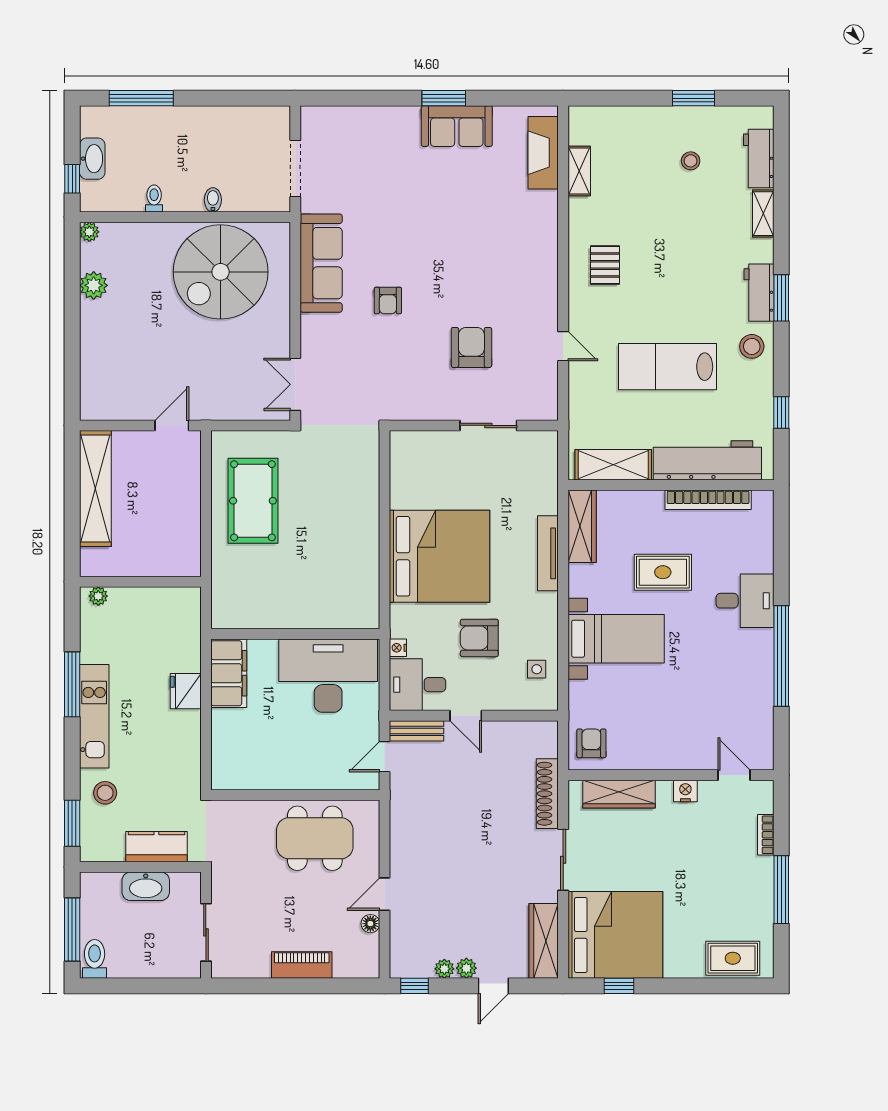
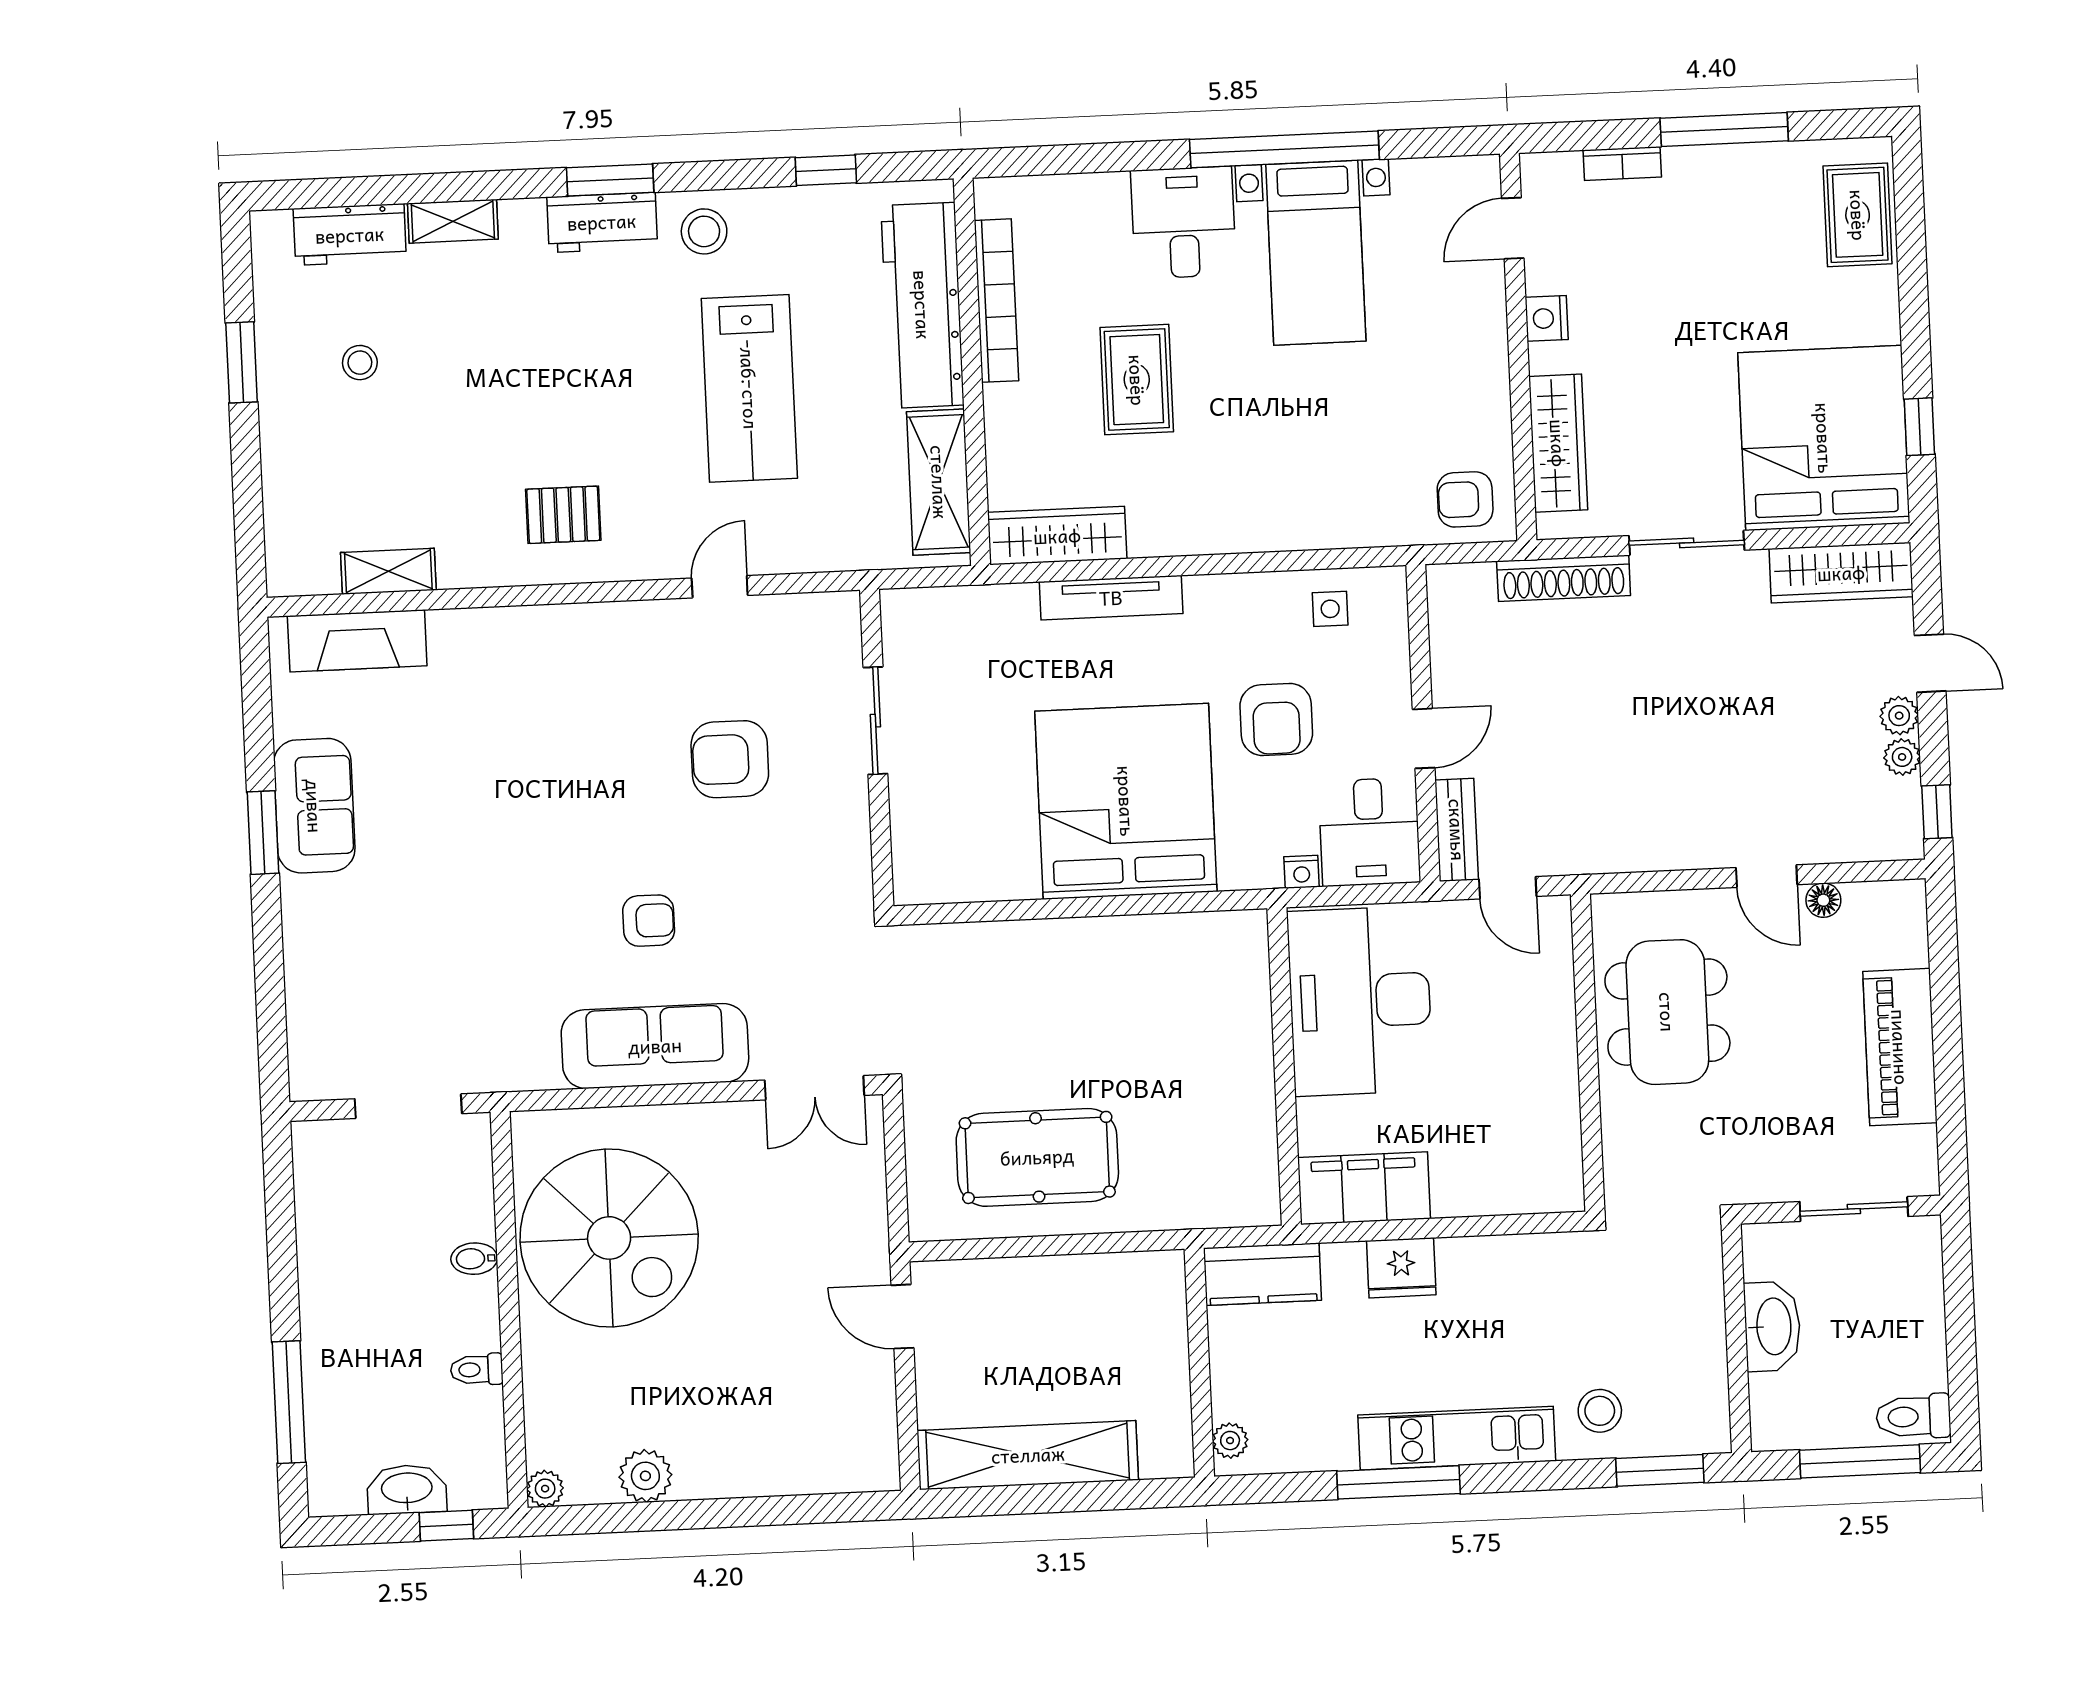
sofa: (321, 263) -> (655, 1046), moved
bed with nightstands: (616, 639) -> (1316, 253), moved, turned 180
kitchen counter: (156, 847) -> (1262, 1274), moved, turned -90
piano: (302, 965) -> (1900, 1047), width x1.37, depth x1.33

